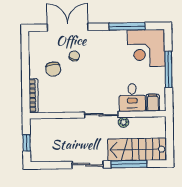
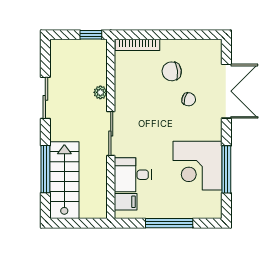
corner desk: (146, 48) -> (198, 166), moved, turned -90
plant: (123, 122) -> (100, 92), moved
window: (27, 143) -> (91, 35), moved
sliding door: (88, 165) -> (45, 98), moved

